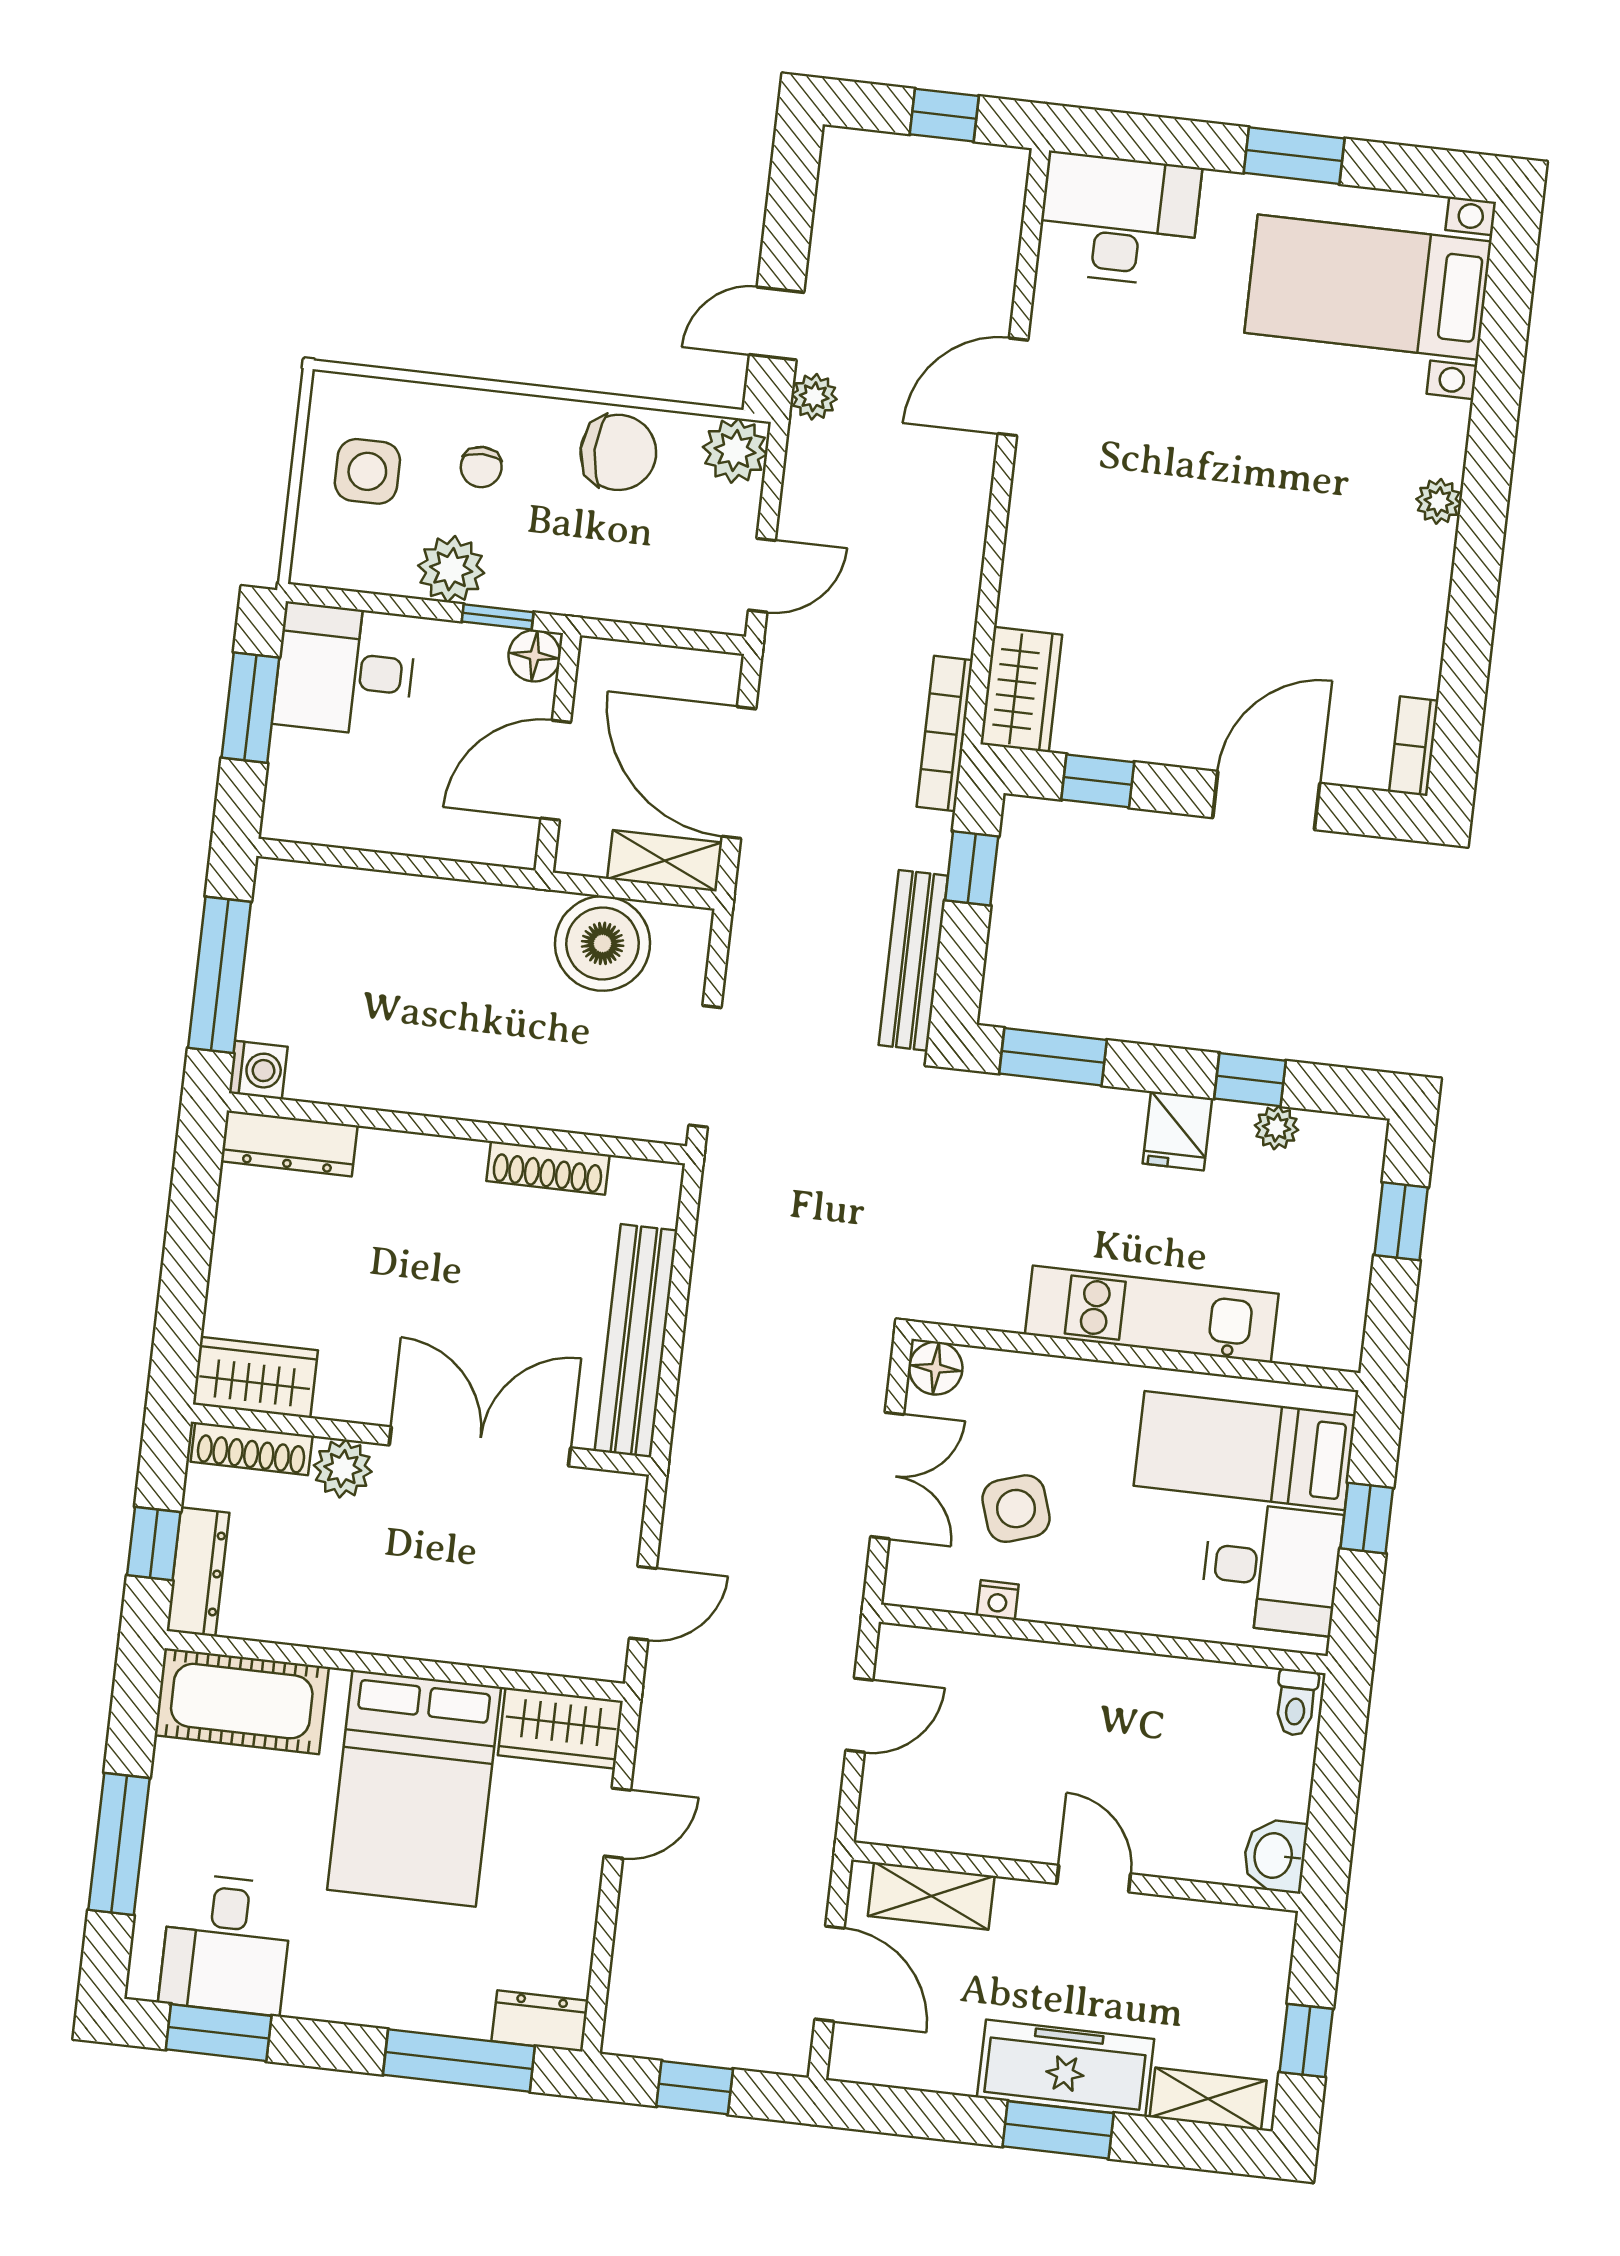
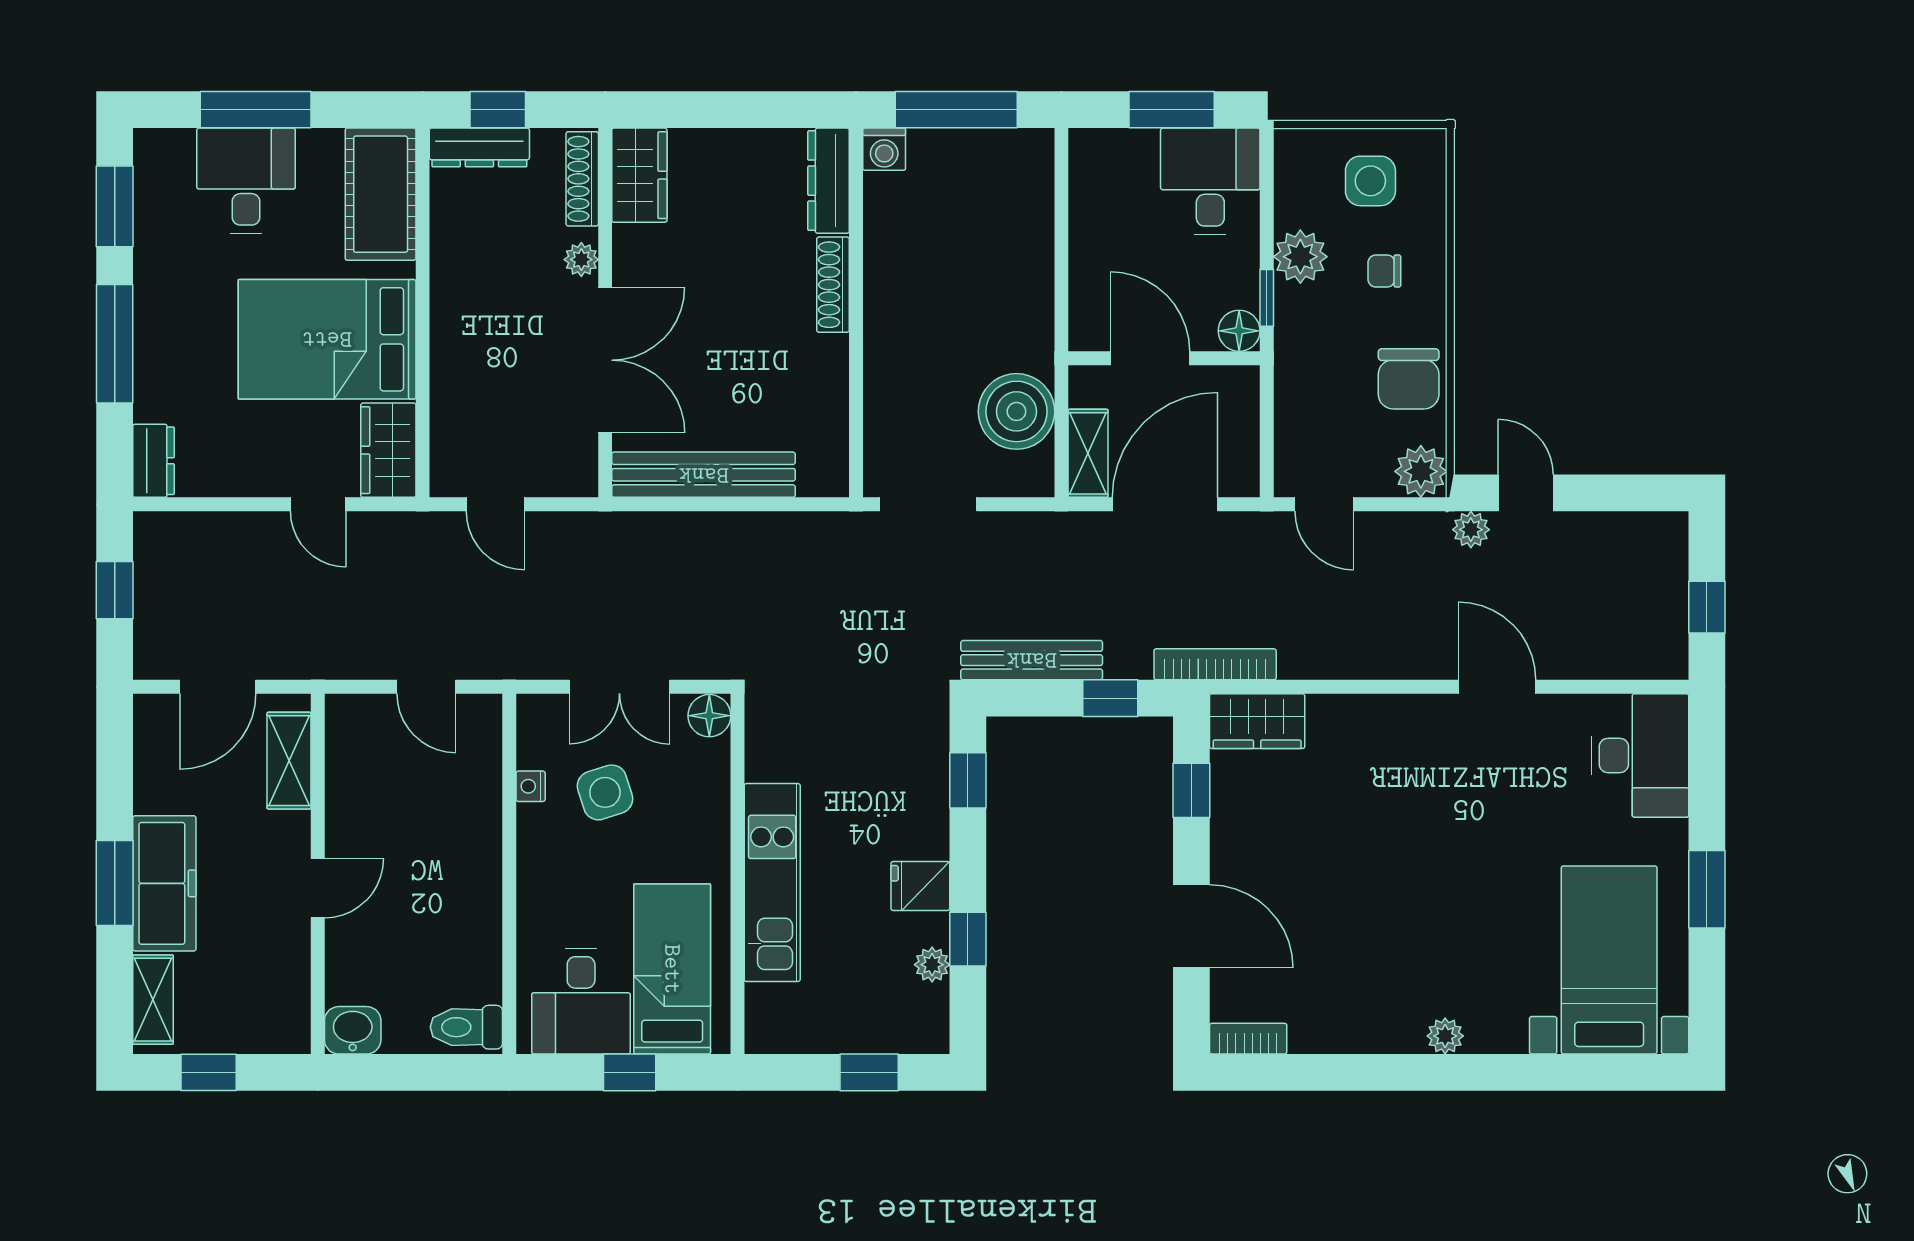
window: (1053, 1057) -> (968, 780), width x0.67
shoe rack: (548, 1168) -> (833, 285), moved
plant: (343, 1469) -> (581, 260), width x0.73, depth x0.73
toilet: (1296, 1703) -> (466, 1027), width x1.37, depth x1.39
desk: (226, 1944) -> (246, 181), moved, turned 90
window: (459, 2060) -> (115, 344), moved

